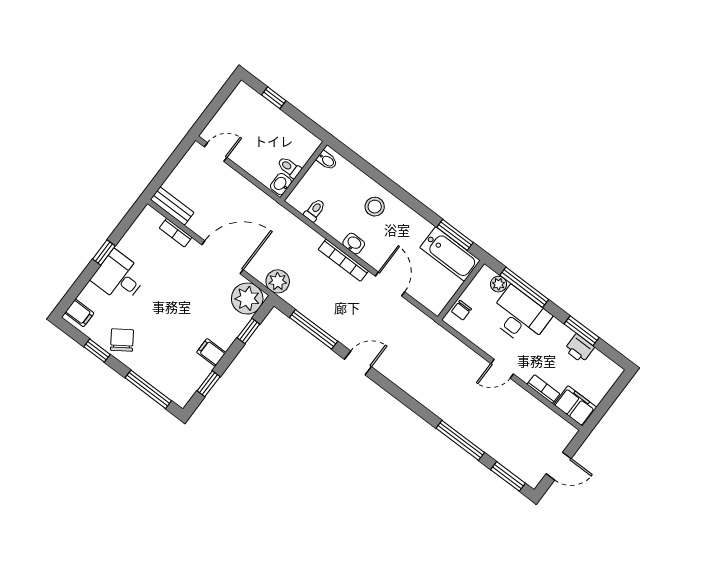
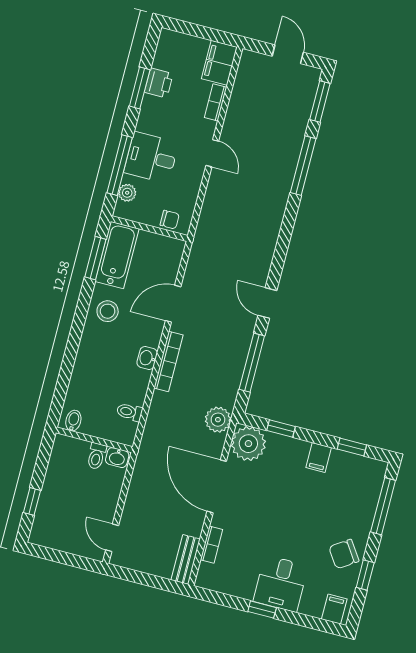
stool: (375, 207) -> (108, 311), moved
desk: (520, 316) -> (151, 158), width x0.73

